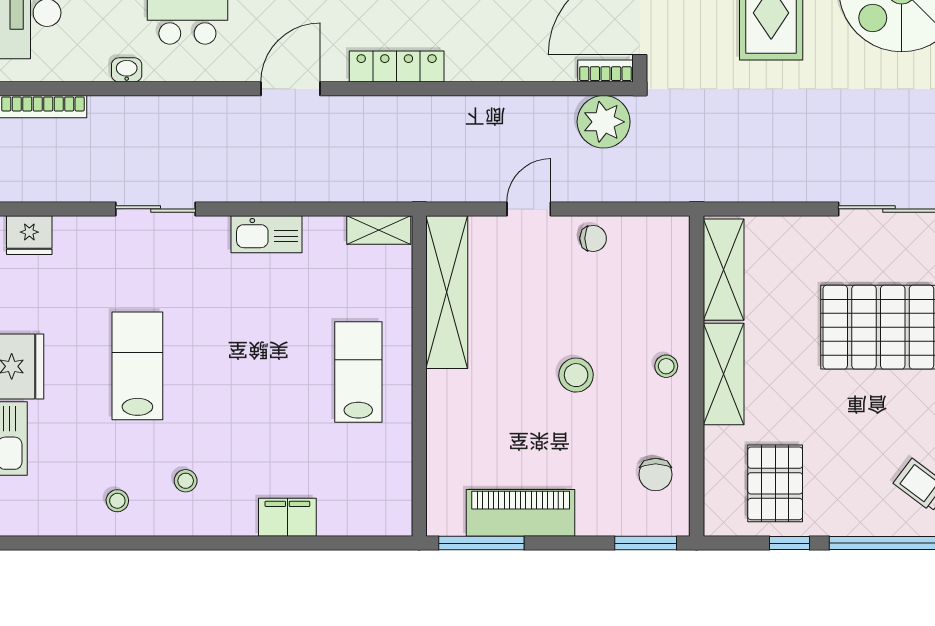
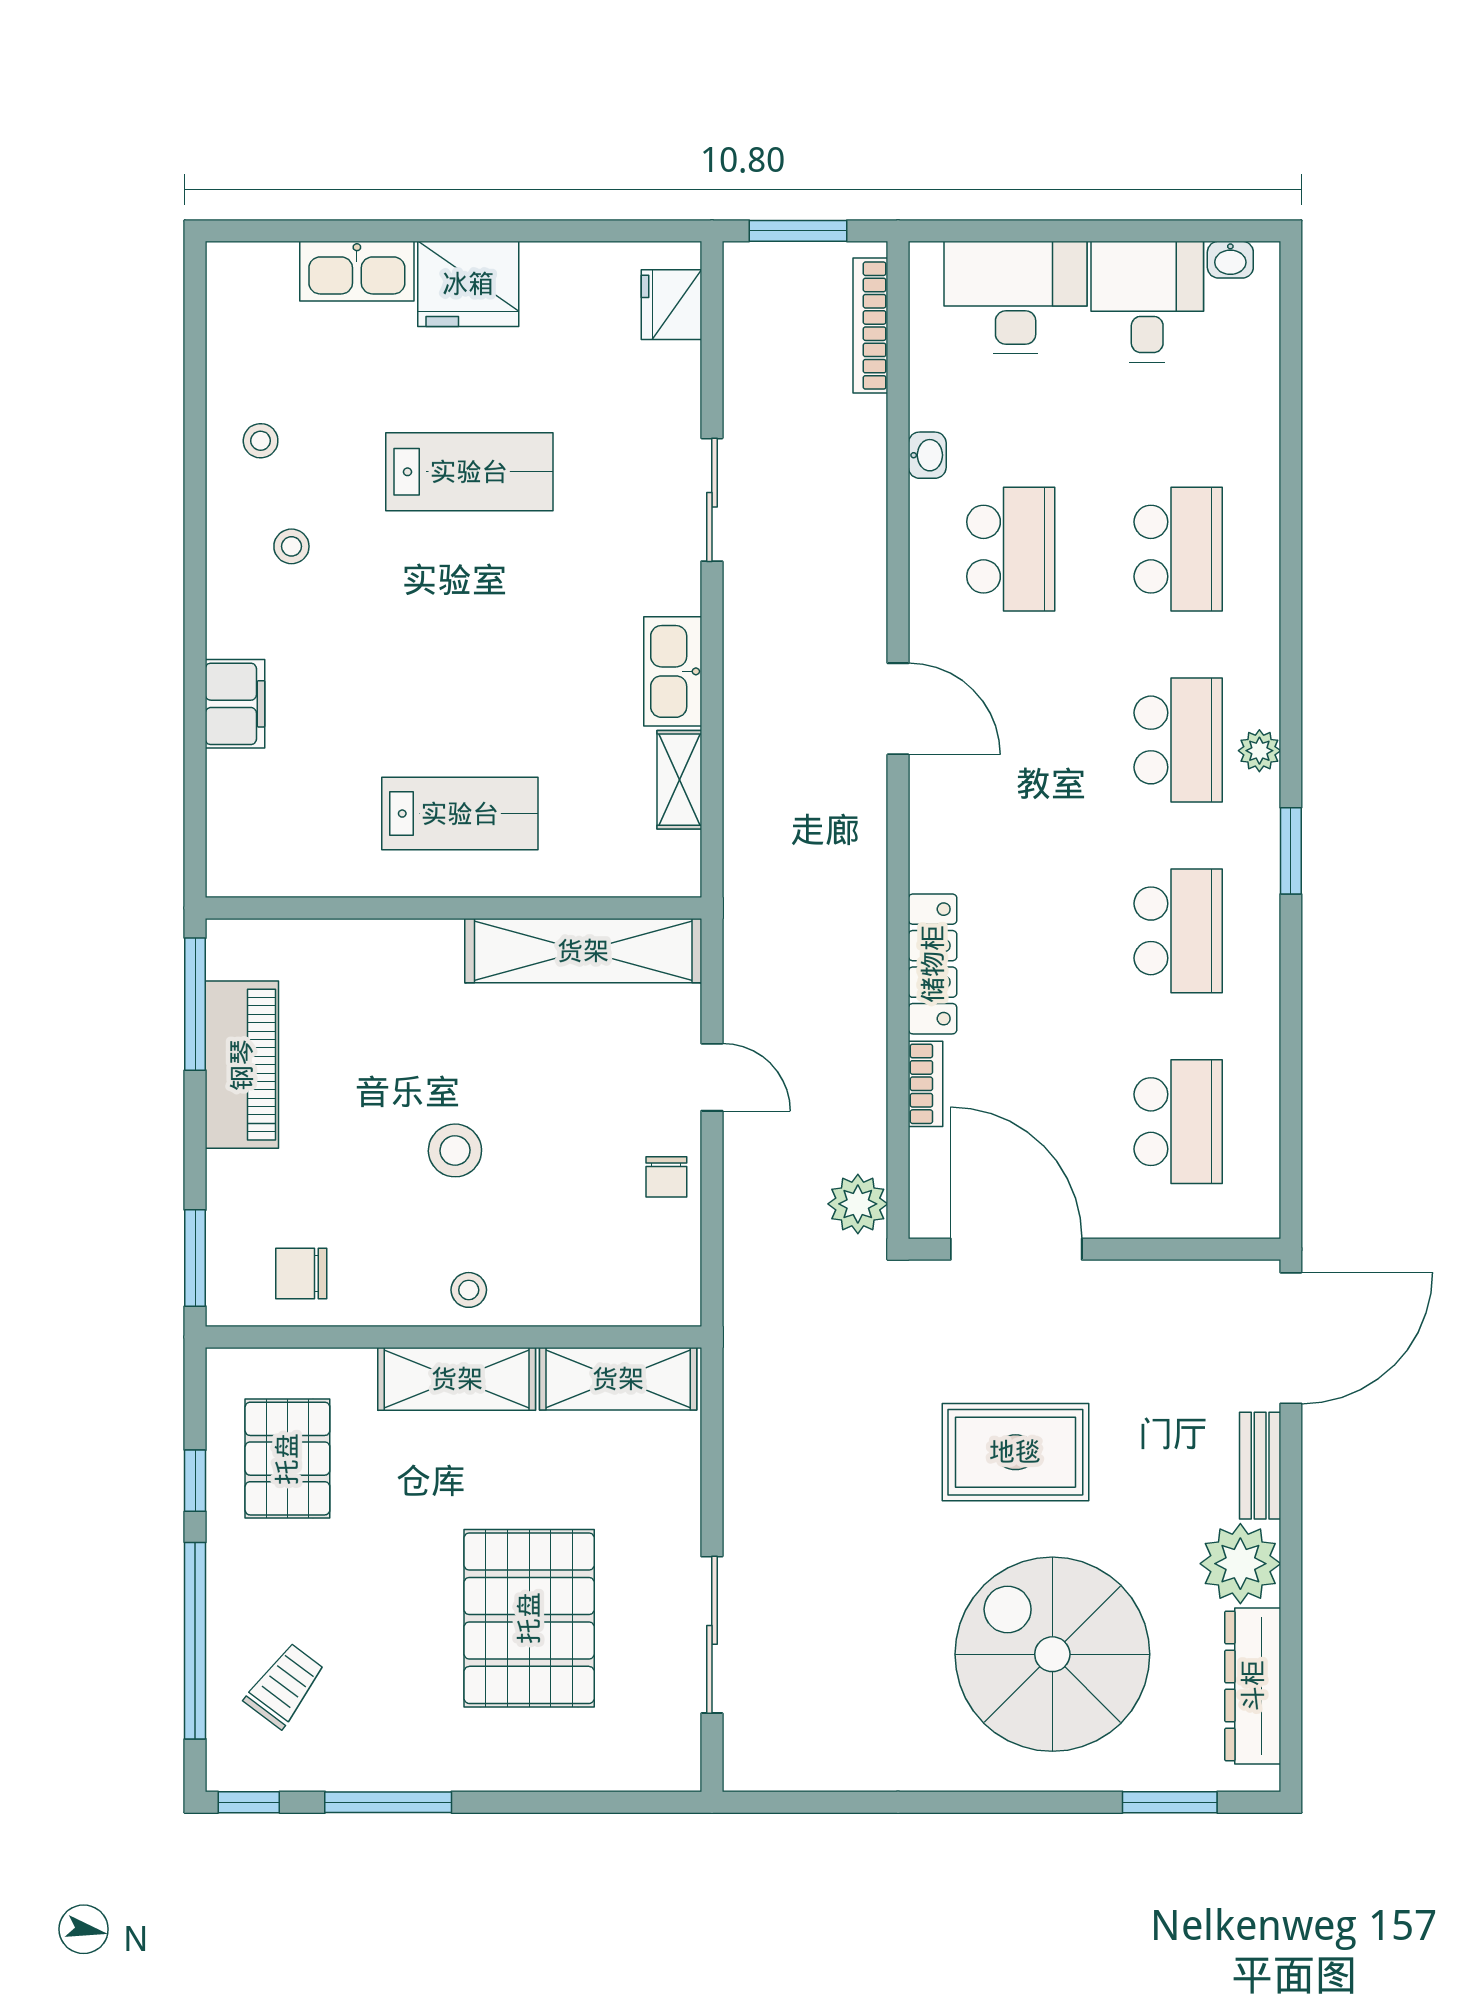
locker: (397, 66) -> (933, 964), moved
bookcase: (605, 71) -> (925, 1084), moved
plant: (604, 122) -> (858, 1204), width x0.73, depth x0.73
shelving: (379, 230) -> (679, 780), moved
pallet: (775, 483) -> (287, 1459), turned 90

